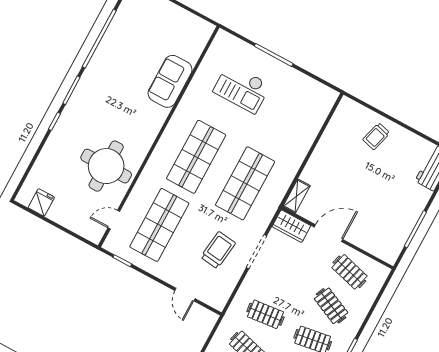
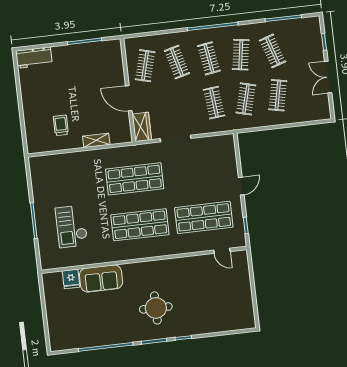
checkout: (242, 88) -> (72, 226), turned 180
trolley: (376, 136) -> (61, 125), moved, turned -105
round table: (106, 166) -> (156, 308), moved, width x0.73, depth x0.73
shelving: (296, 196) -> (96, 140), moved
fridge: (41, 202) -> (71, 279), moved, turned -90
trolley: (218, 250) -> (193, 165), removed
door: (185, 295) -> (241, 186), moved
clothes rail: (331, 306) -> (177, 62), turned -39

